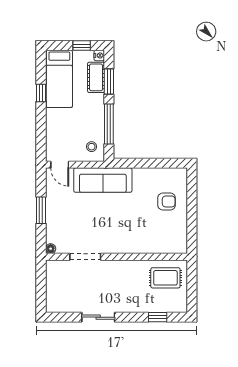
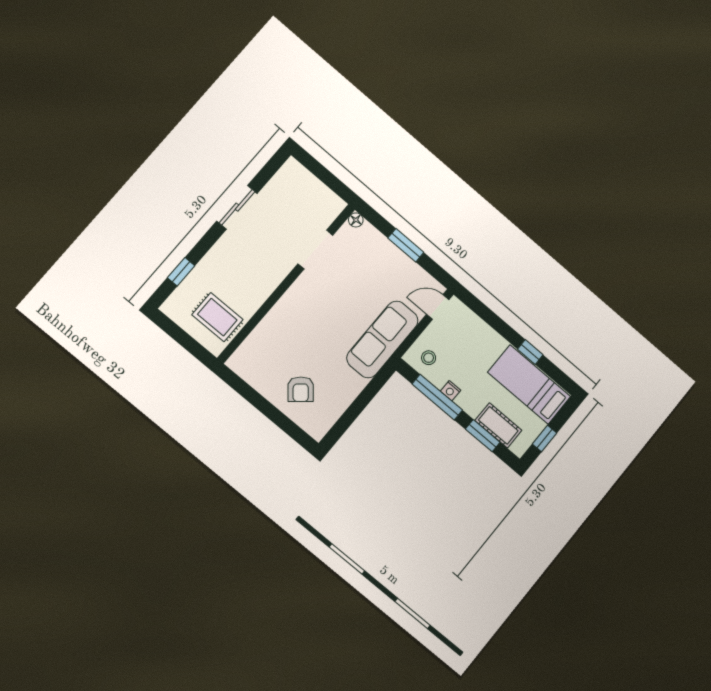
nightstand: (99, 55) -> (451, 391), moved
armchair: (167, 201) -> (301, 389), turned -40
rug: (165, 278) -> (217, 317), turned 90

